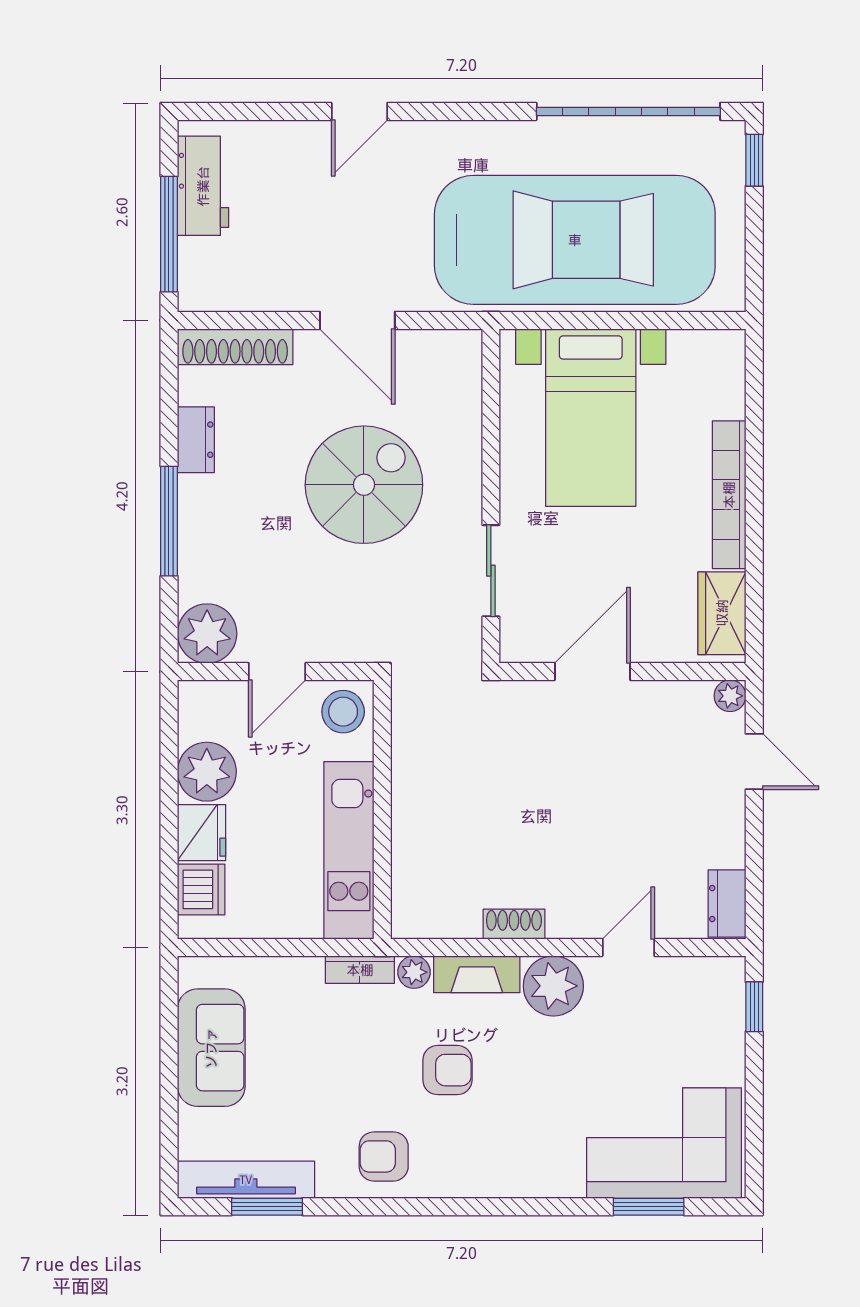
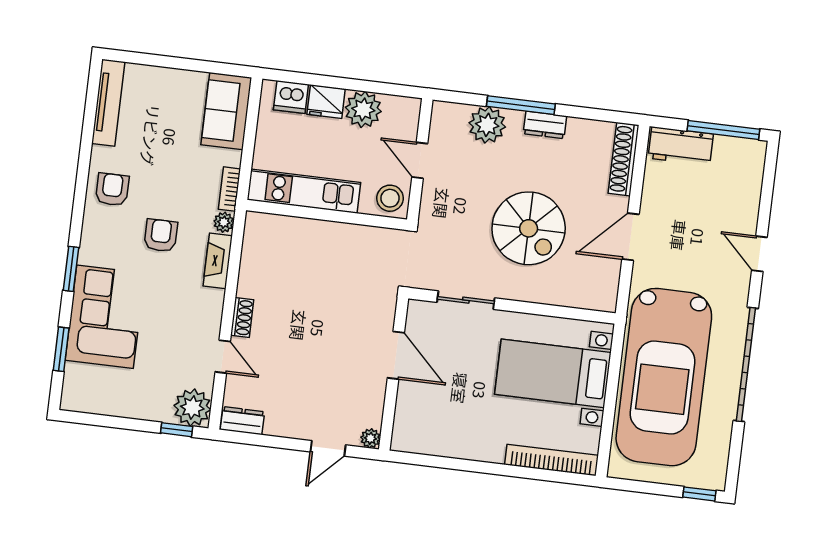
garage door: (628, 111) -> (746, 364), moved
workbench: (203, 186) -> (681, 146), moved
window: (169, 234) -> (723, 130), moved
dresser: (196, 440) -> (545, 125), moved
bookcase: (729, 495) -> (552, 460), moved
wardrobe: (722, 613) -> (422, 440), removed
plant: (207, 634) -> (487, 125), moved
shoe rack: (514, 924) -> (242, 317), moved
plant: (553, 986) -> (192, 408), moved
sofa: (211, 1048) -> (226, 111), moved, turned 90
armchair: (447, 1070) -> (161, 235), turned 180
corner sofa: (664, 1143) -> (105, 317), moved
window: (267, 1207) -> (71, 269), moved

